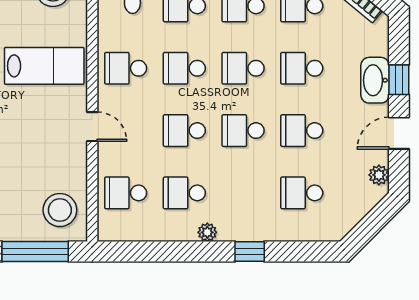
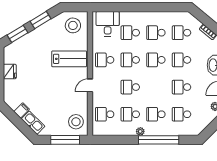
door: (92, 127) -> (90, 85), swing flipped
school desk: (243, 131) -> (156, 114), moved
window: (250, 252) -> (159, 140), width x3.17

